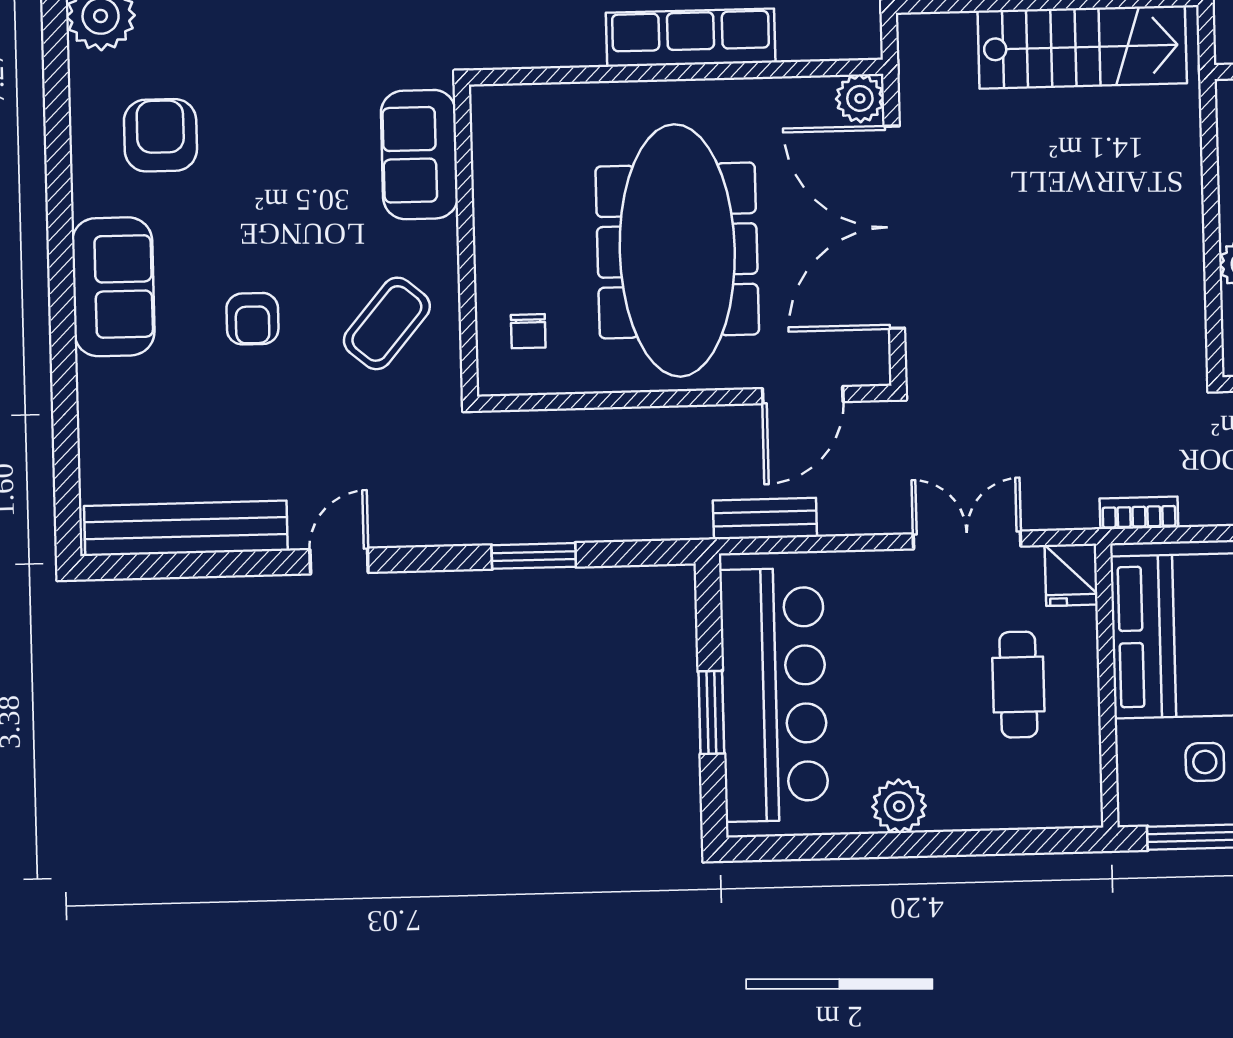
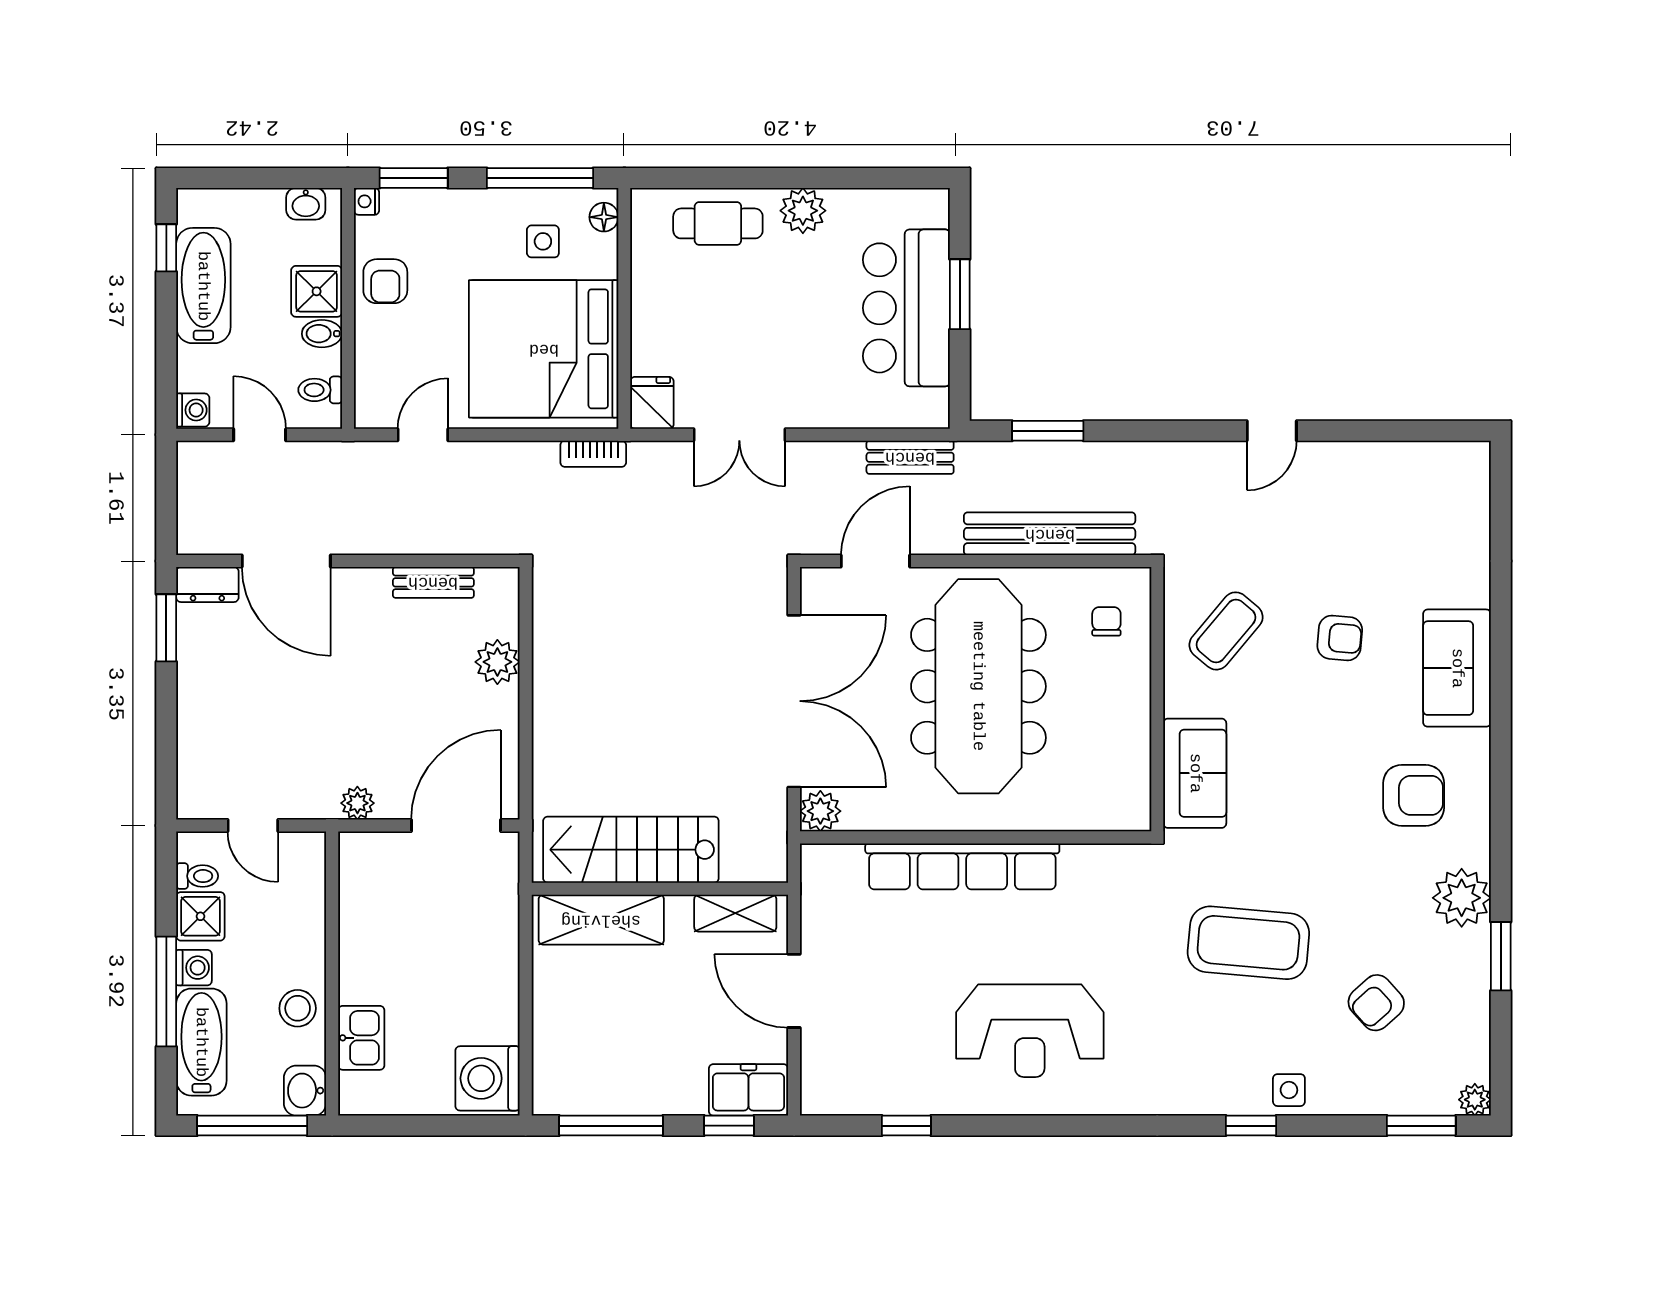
row of seats: (691, 38) -> (962, 866), width x1.36
armchair: (160, 135) -> (1414, 795), turned -90
armchair: (252, 319) -> (1340, 638), turned 95
bench: (186, 528) -> (1050, 534), moved
window: (534, 556) -> (1048, 431), moved
cafe table: (1018, 685) -> (718, 223), moved, turned 90
bar counter: (774, 695) -> (906, 308), width x0.73
floor lamp: (1134, 793) -> (604, 217), added

